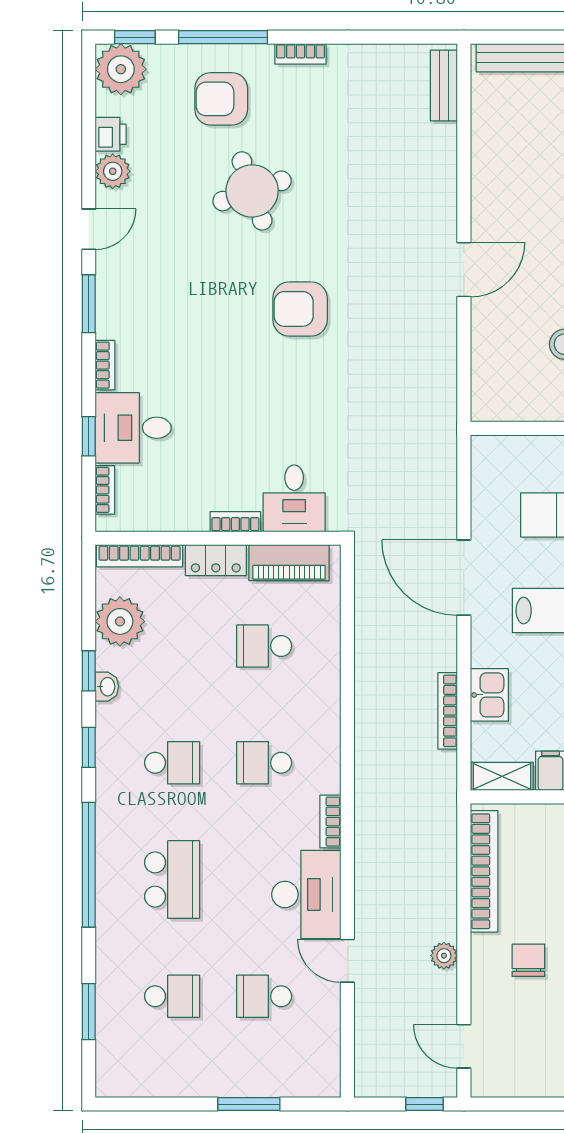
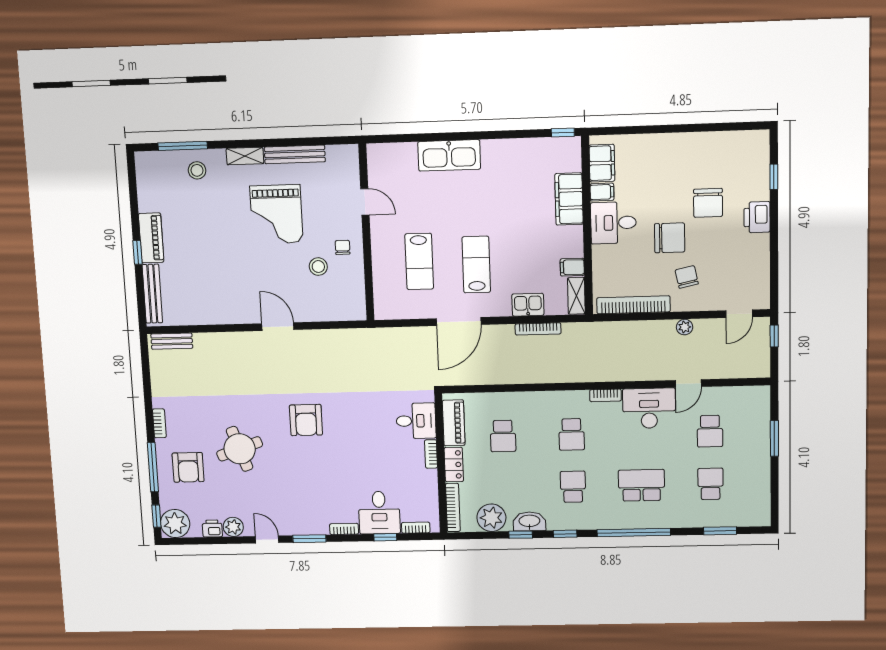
washbasin: (107, 687) -> (529, 521), width x1.91, depth x1.45
chair: (528, 960) -> (687, 277), turned 78

